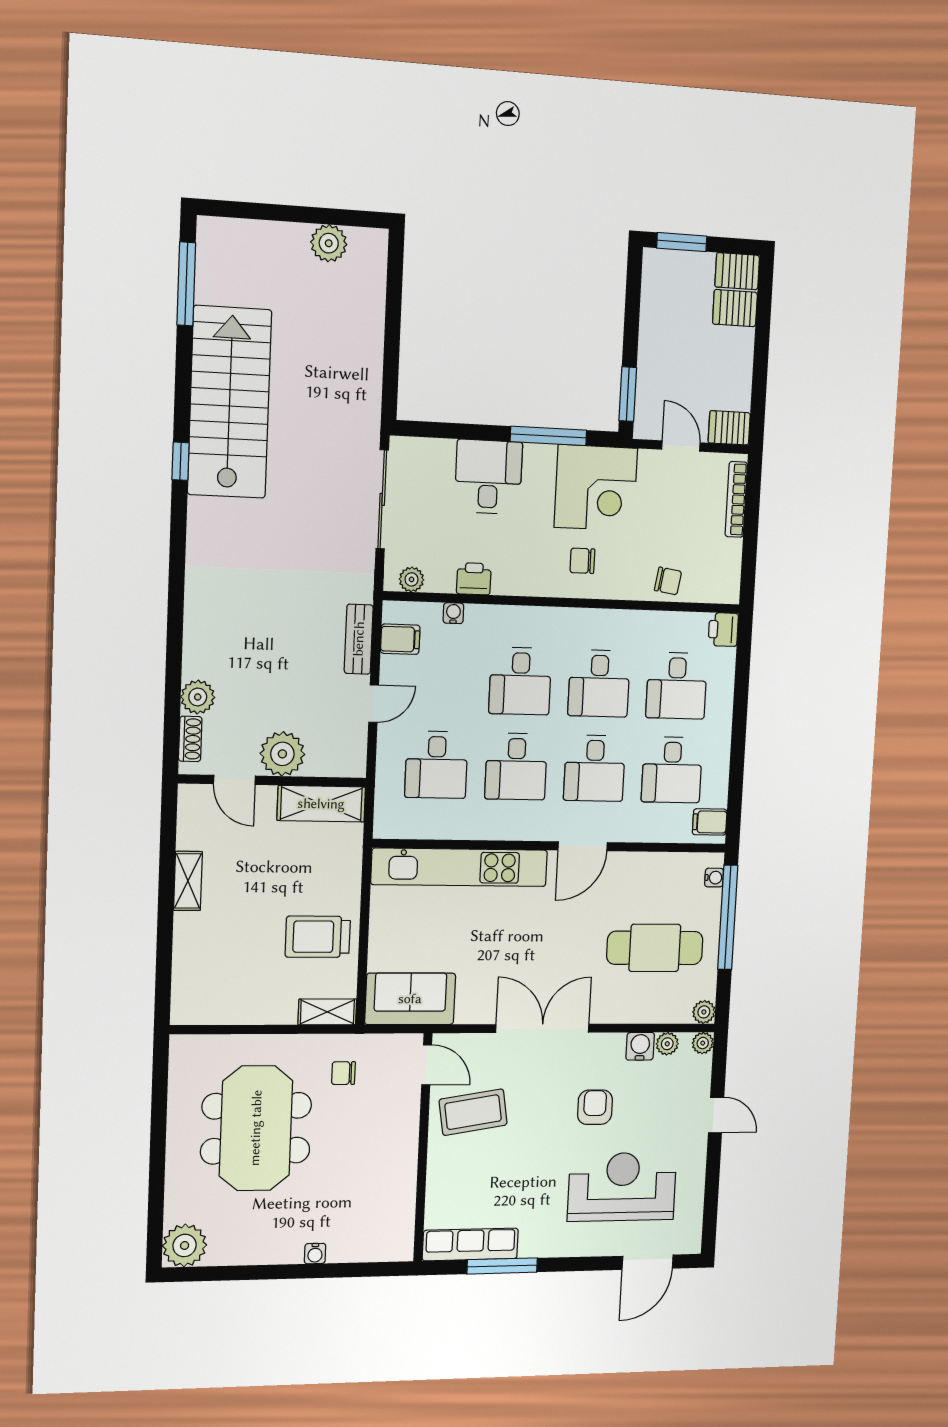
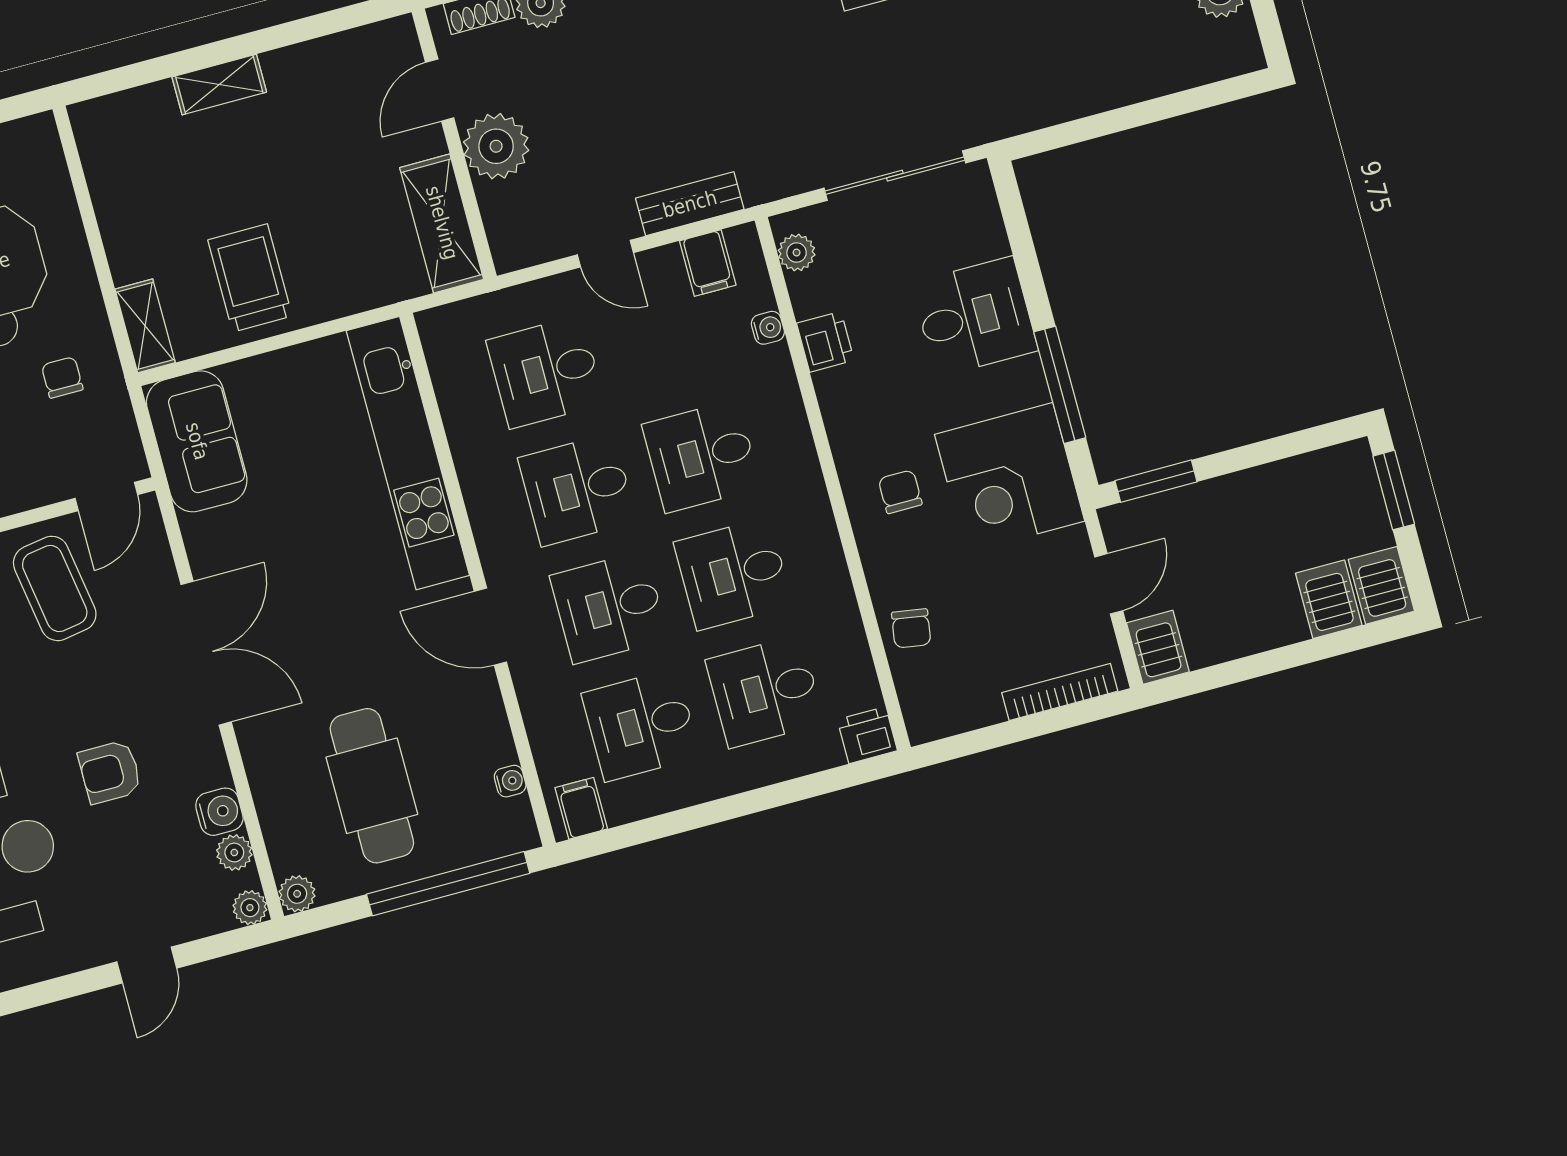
water cooler: (714, 878) -> (510, 781), moved, turned -90
shelving: (188, 881) -> (219, 85), moved
armchair: (595, 1107) -> (110, 772), turned 180

